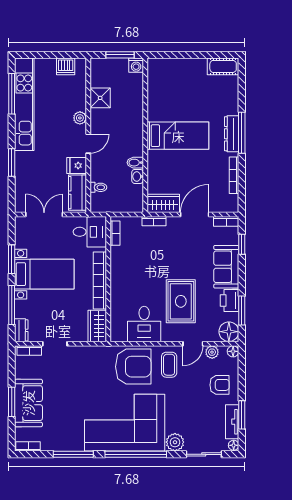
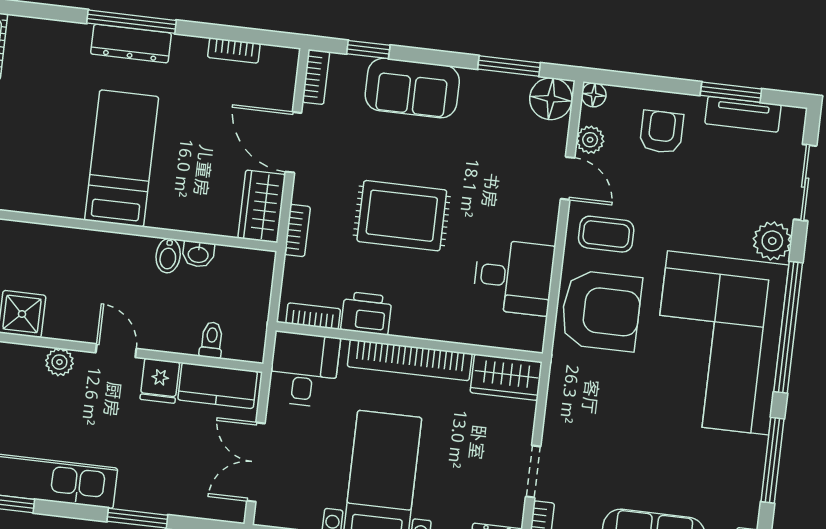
bookcase: (234, 175) -> (234, 51), width x0.64
printer: (230, 300) -> (366, 313), moved, turned 180
rug: (181, 301) -> (402, 216), moved
armchair: (133, 367) -> (601, 311), turned 90
floor lamp: (234, 445) -> (793, 117), removed

